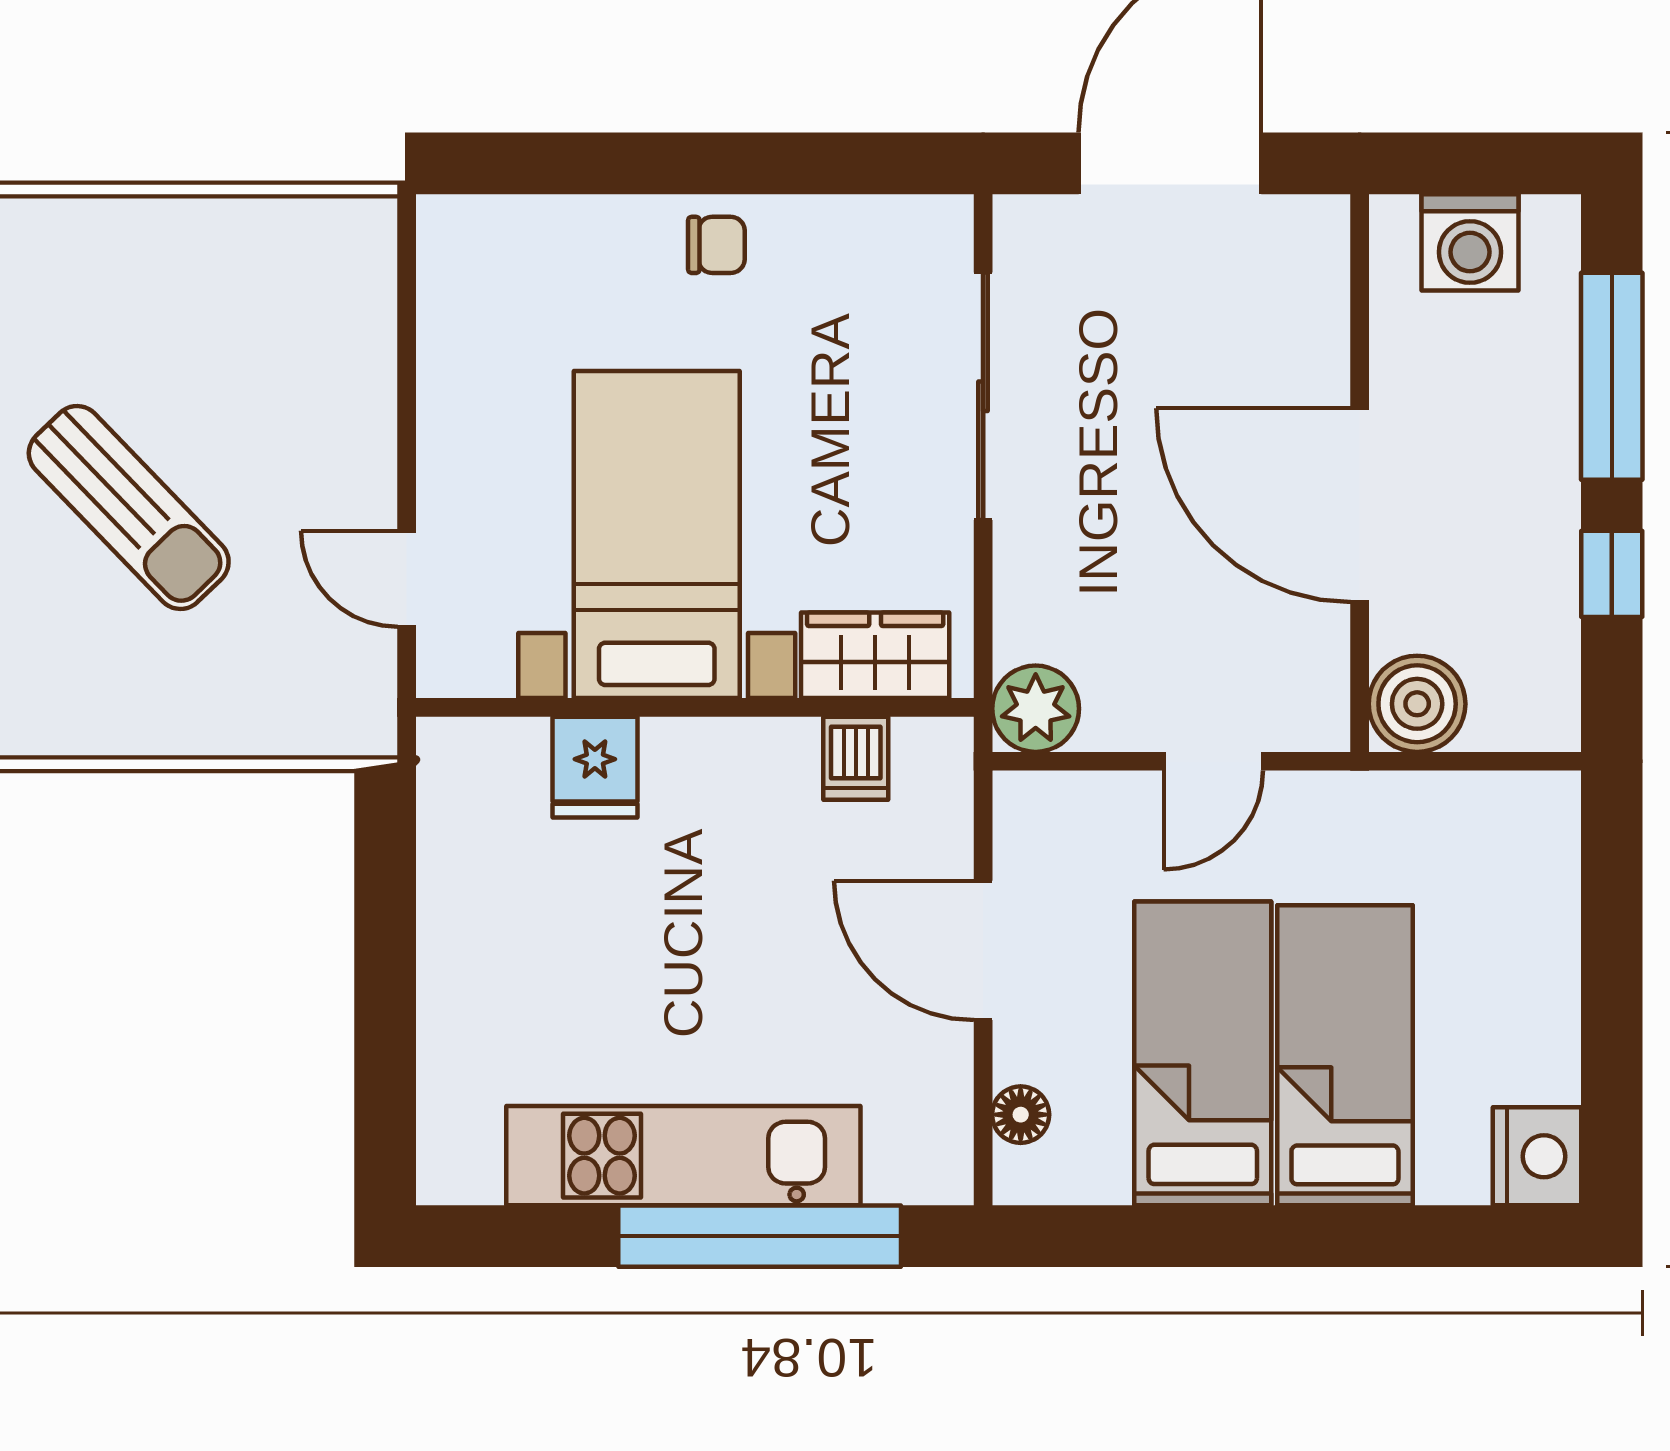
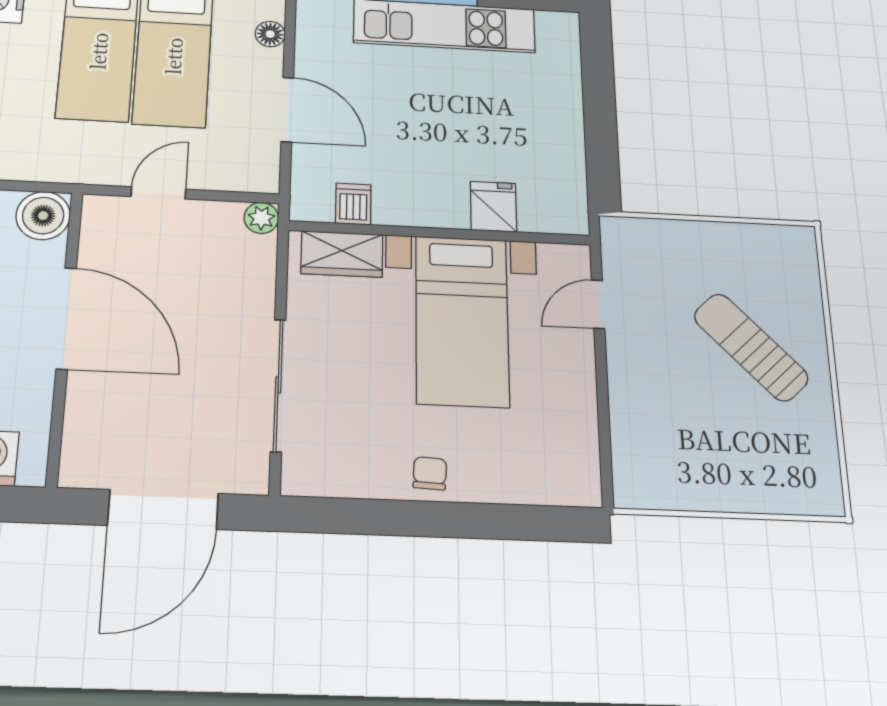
chair: (716, 245) -> (430, 473), turned 93
door: (407, 579) -> (598, 304), swing flipped
plant: (1036, 709) -> (261, 218), width x0.73, depth x0.73

